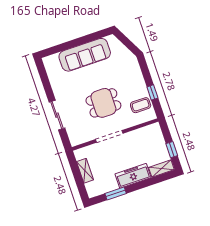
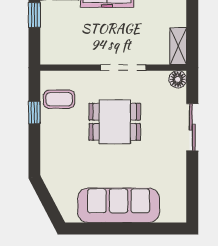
floor lamp: (75, 140) -> (178, 79), added
shelving: (85, 171) -> (178, 46), moved

